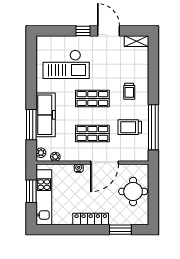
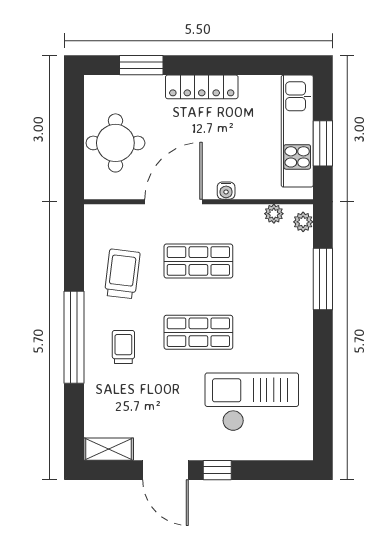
freezer: (46, 115) -> (294, 299), removed
trolley: (130, 127) -> (122, 274), turned -83
window: (153, 127) -> (74, 337), moved

